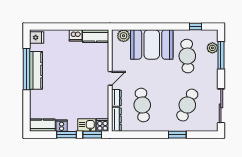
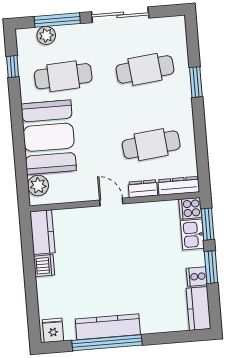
cafe table: (187, 105) -> (145, 69), turned -30
sliding door: (221, 106) -> (120, 15), moved

